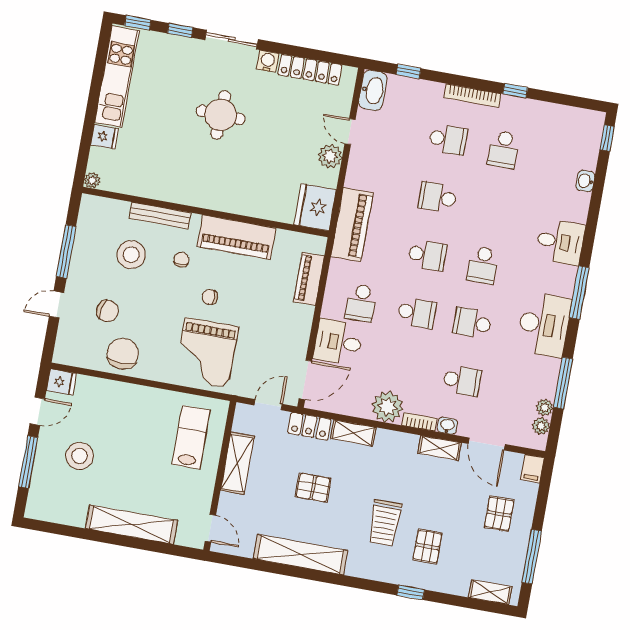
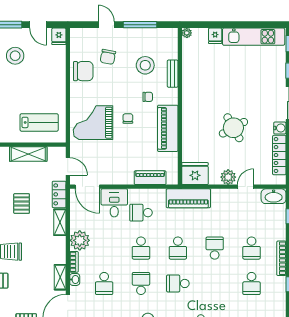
round table: (221, 115) -> (233, 128), moved, turned -31
school desk: (504, 150) -> (252, 283), turned -90
bench: (160, 216) -> (173, 74), width x0.73

